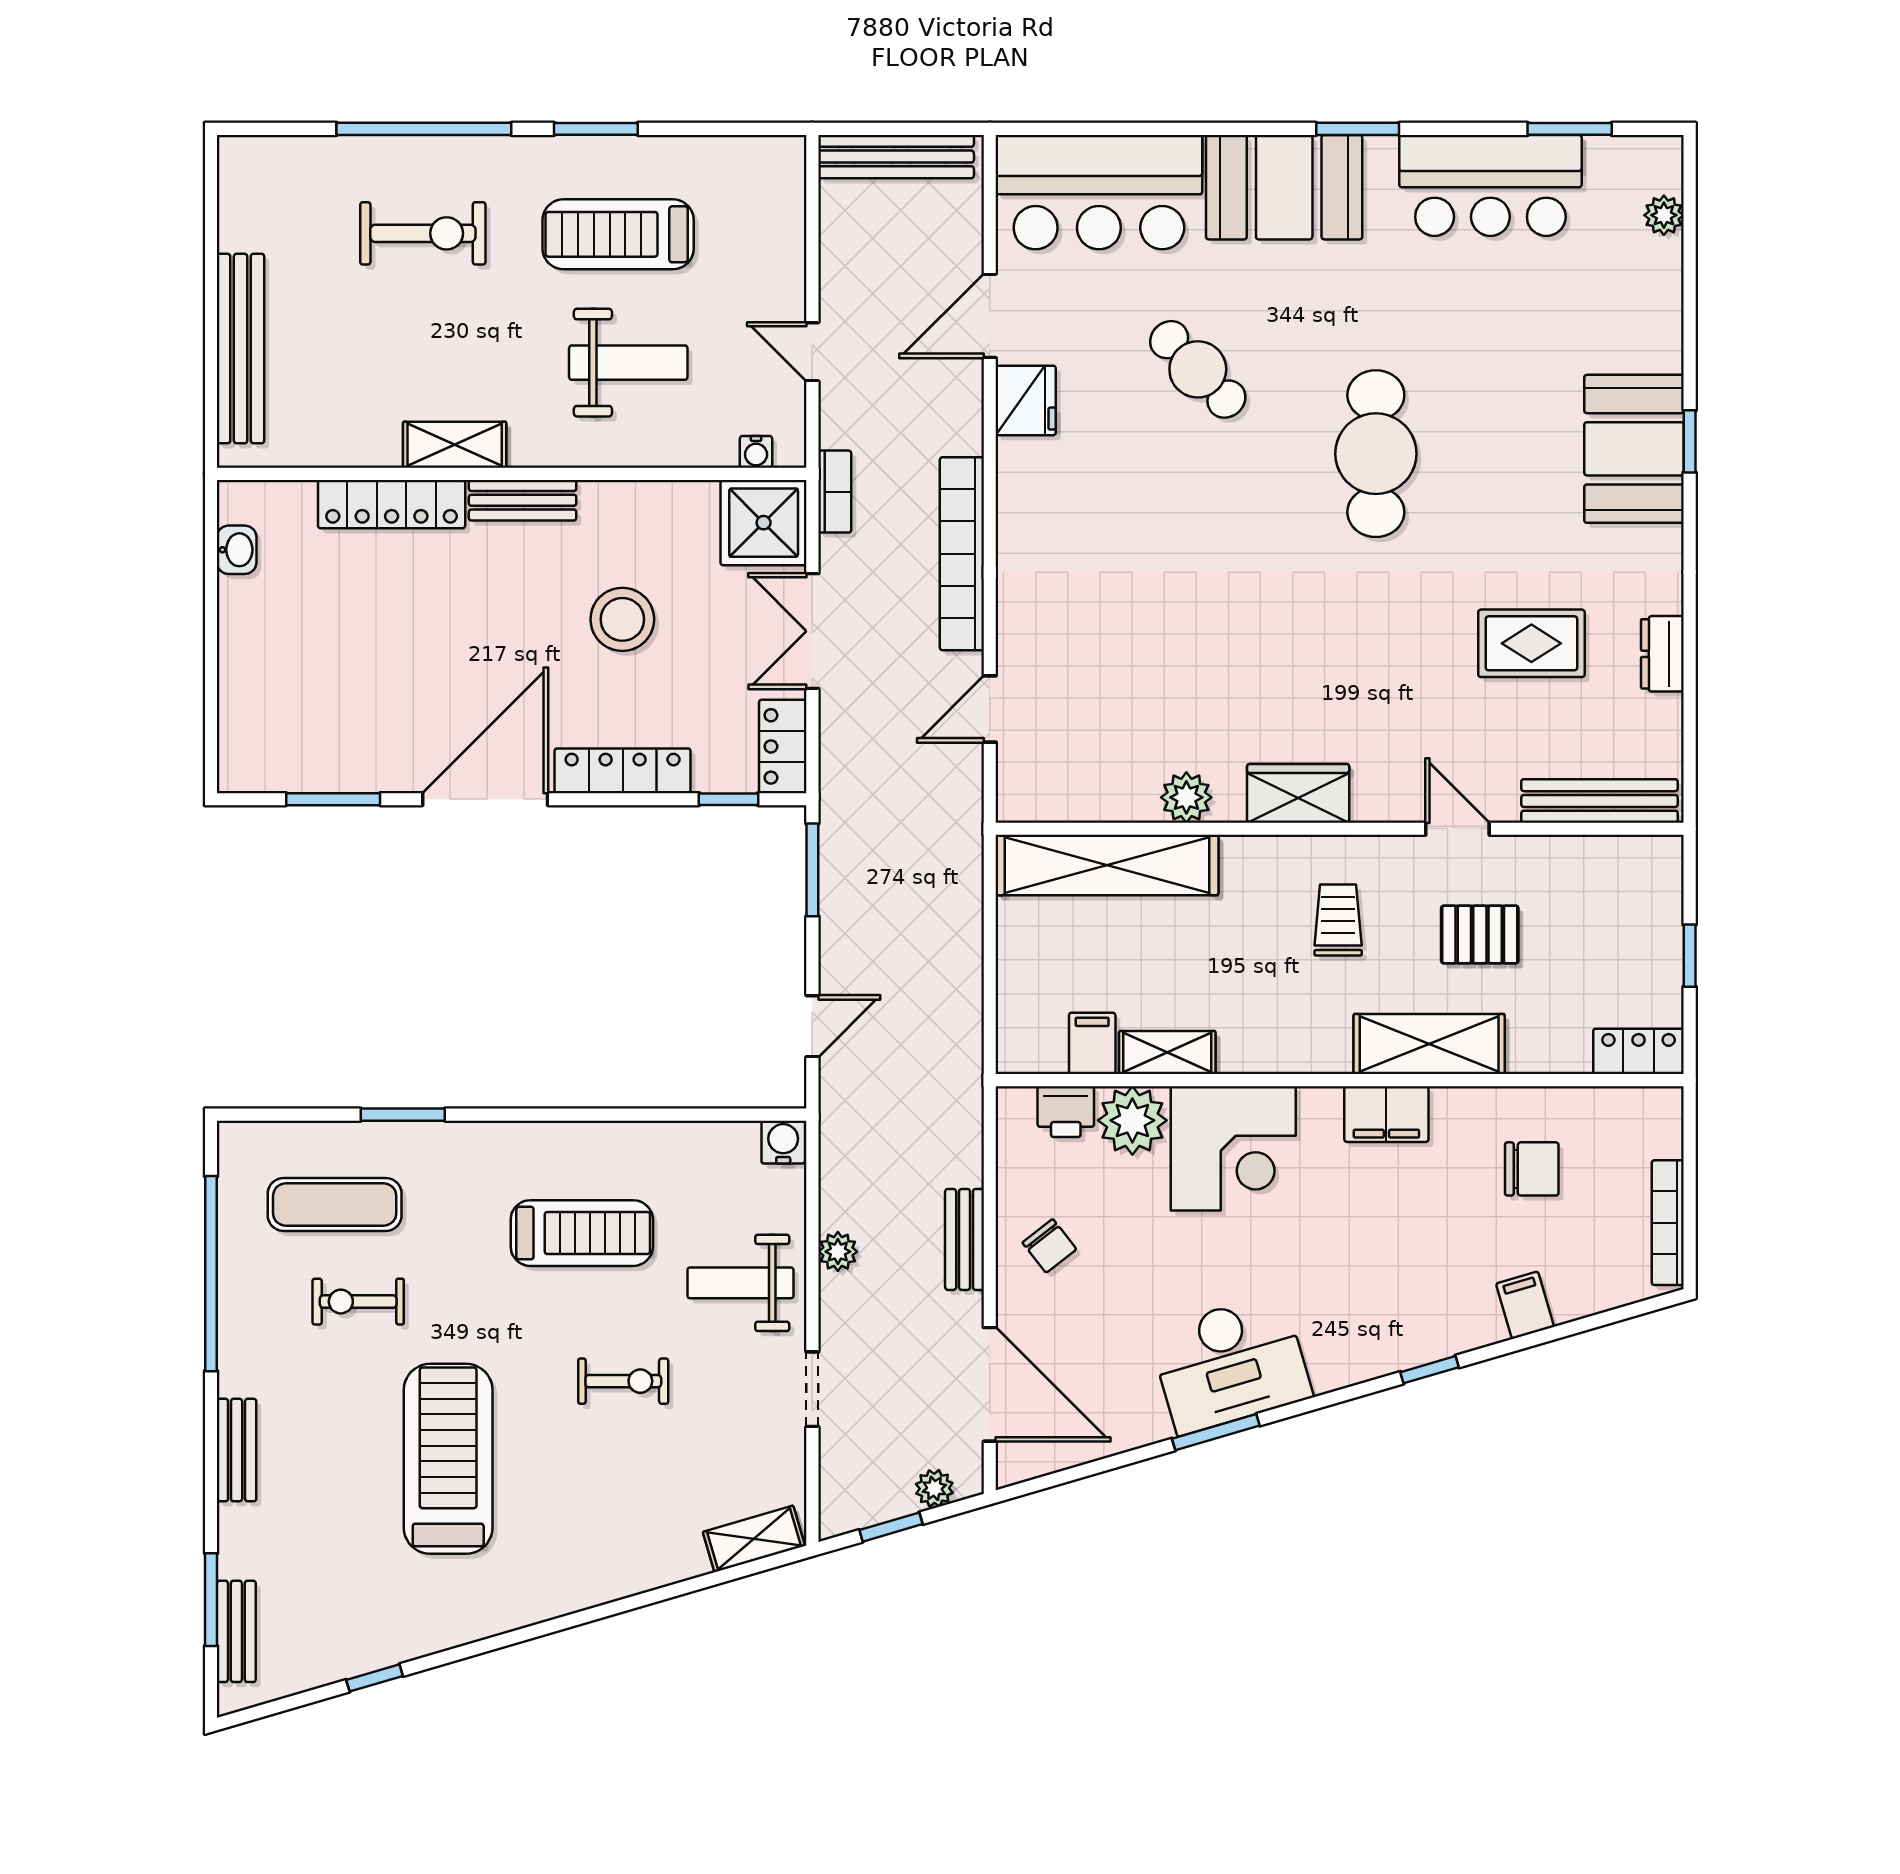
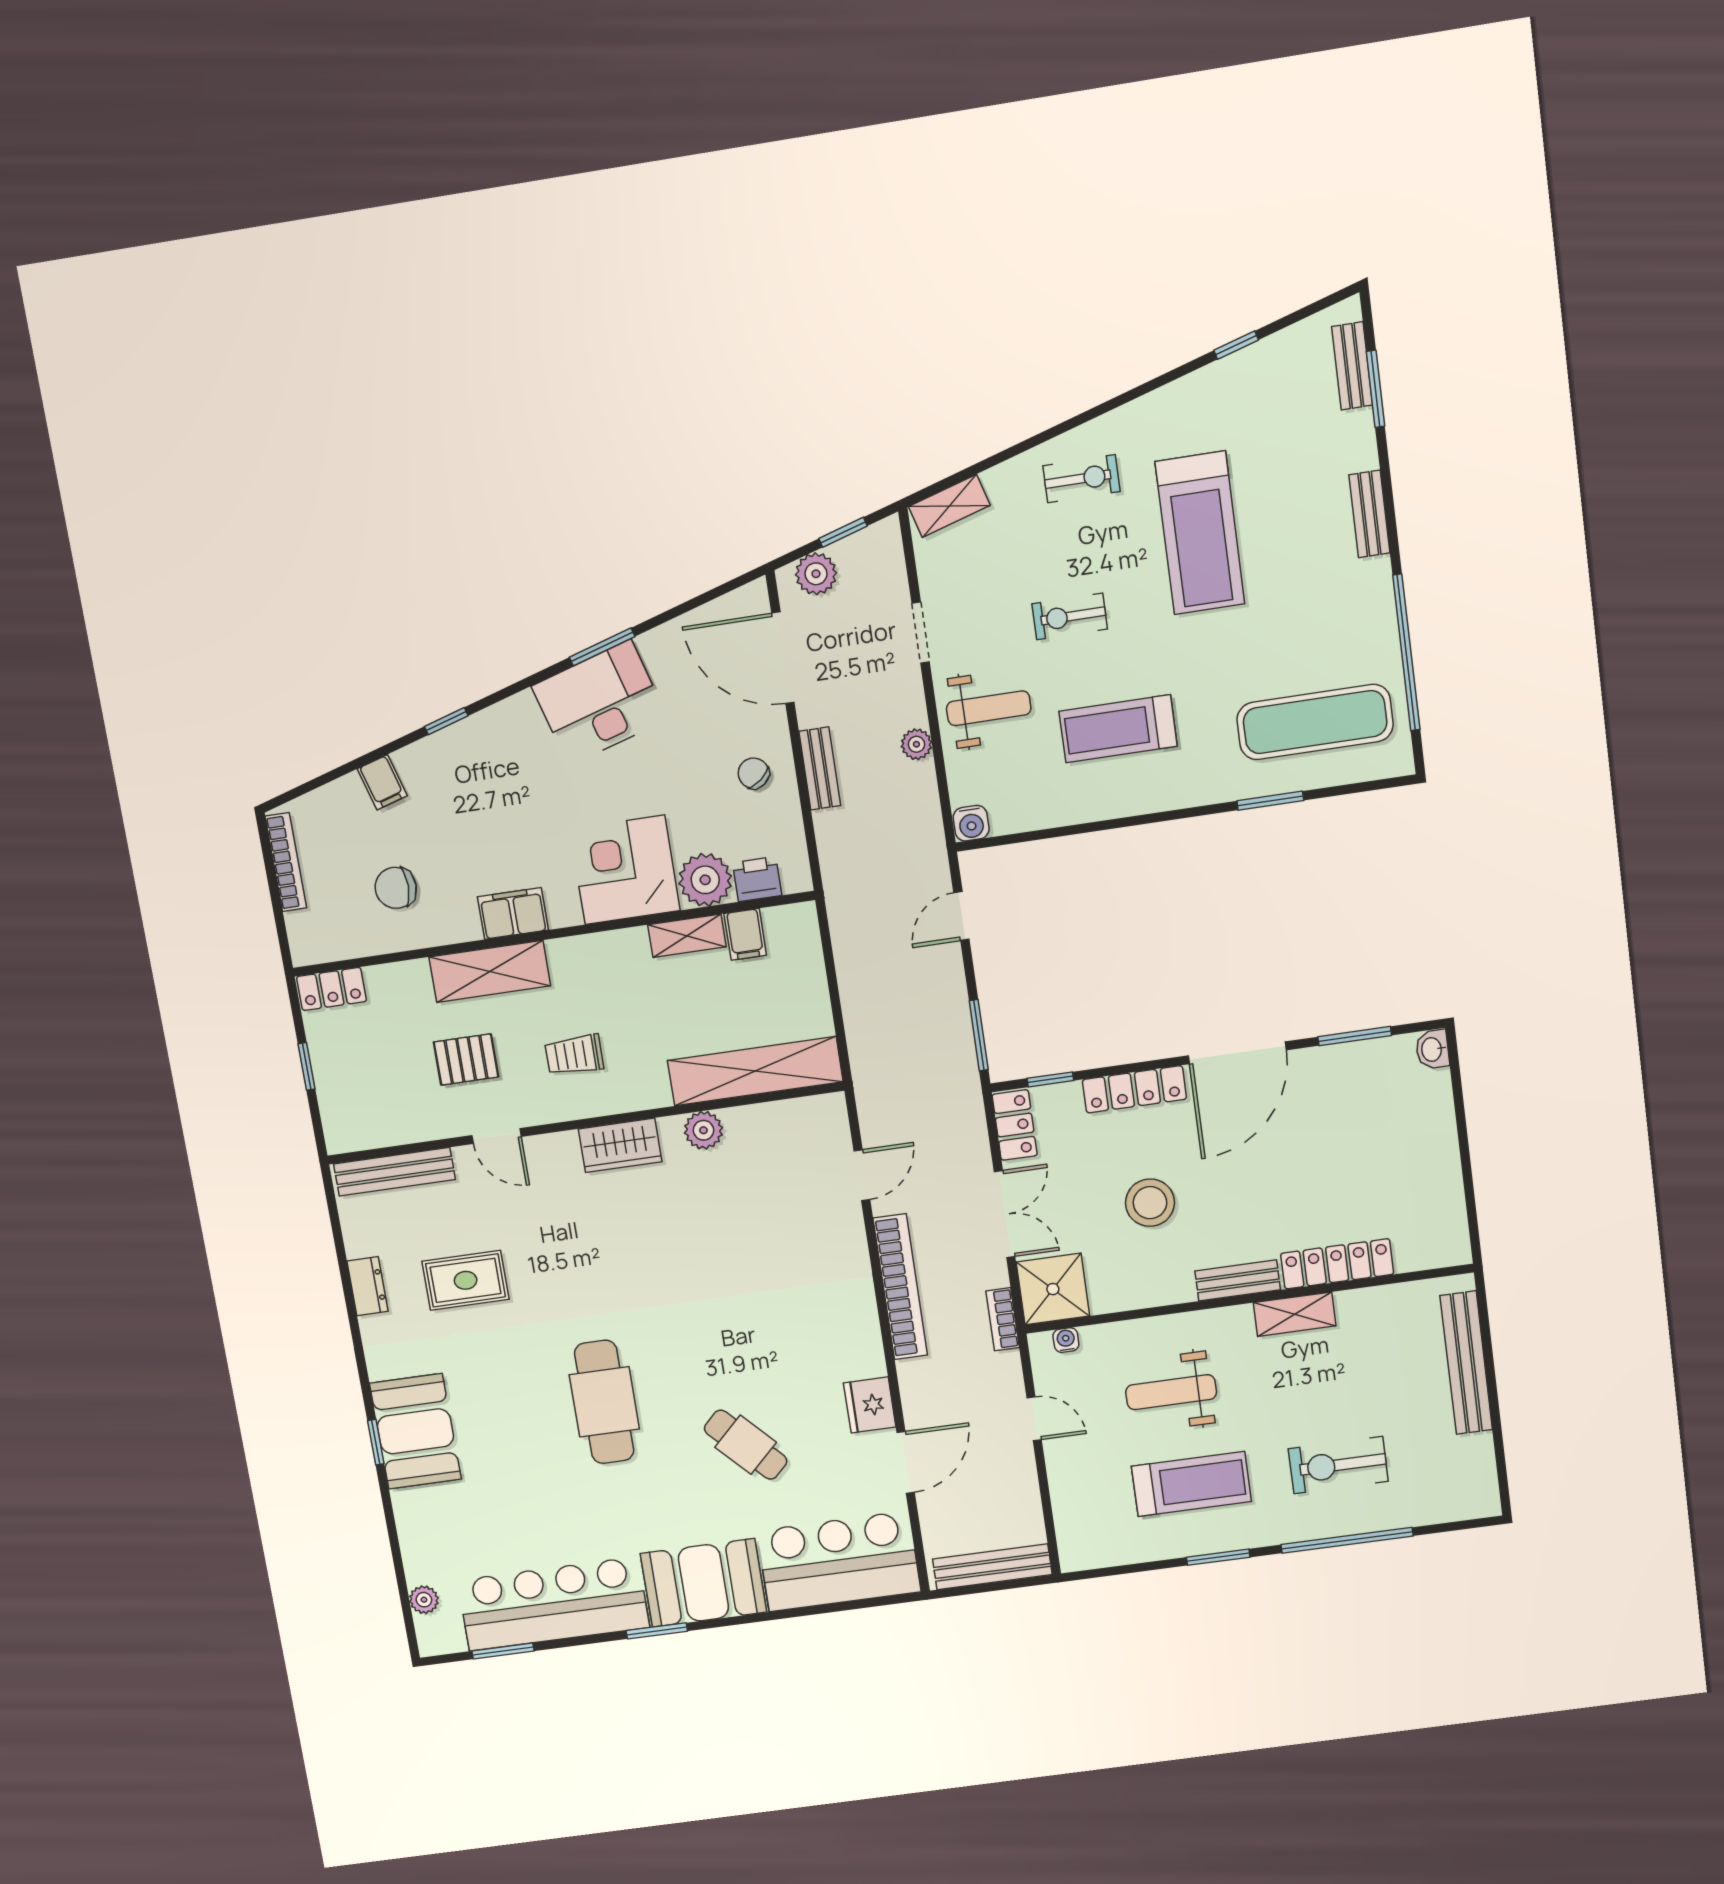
bar counter: (1490, 185) -> (553, 1604), width x1.36
washbasin: (237, 550) -> (1432, 1049), moved
trolley: (1338, 920) -> (574, 1055), turned 90
exercise mat: (335, 1205) -> (1315, 722), width x1.36, depth x1.45
exercise bike: (358, 1302) -> (1081, 479), moved
plant: (934, 1488) -> (816, 574), width x1.38, depth x1.38

